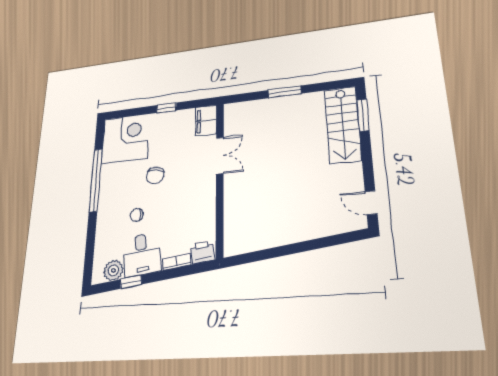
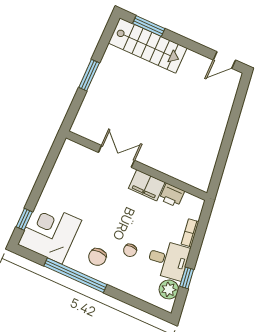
window: (166, 108) -> (24, 219), moved
filing cabinet: (206, 121) -> (147, 185), moved
chair: (155, 175) -> (97, 257), moved, turned 81
printer: (202, 252) -> (172, 195), moved, turned -82

